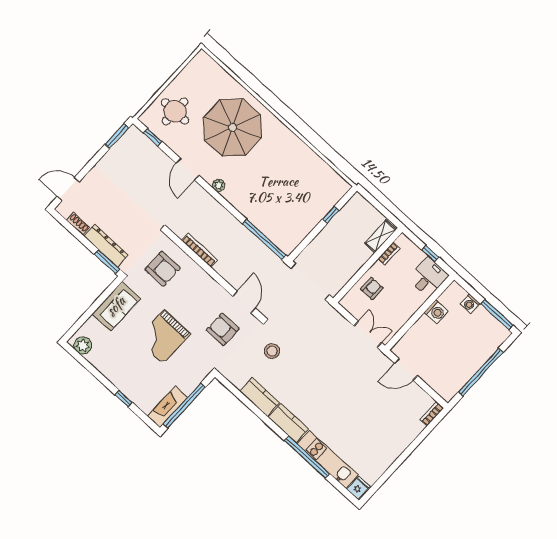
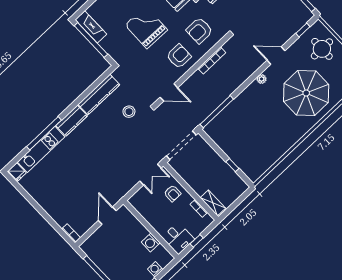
armchair: (223, 329) -> (179, 56), moved
double door: (368, 334) -> (151, 175), moved
kitchen counter: (260, 397) -> (99, 94), width x1.50

